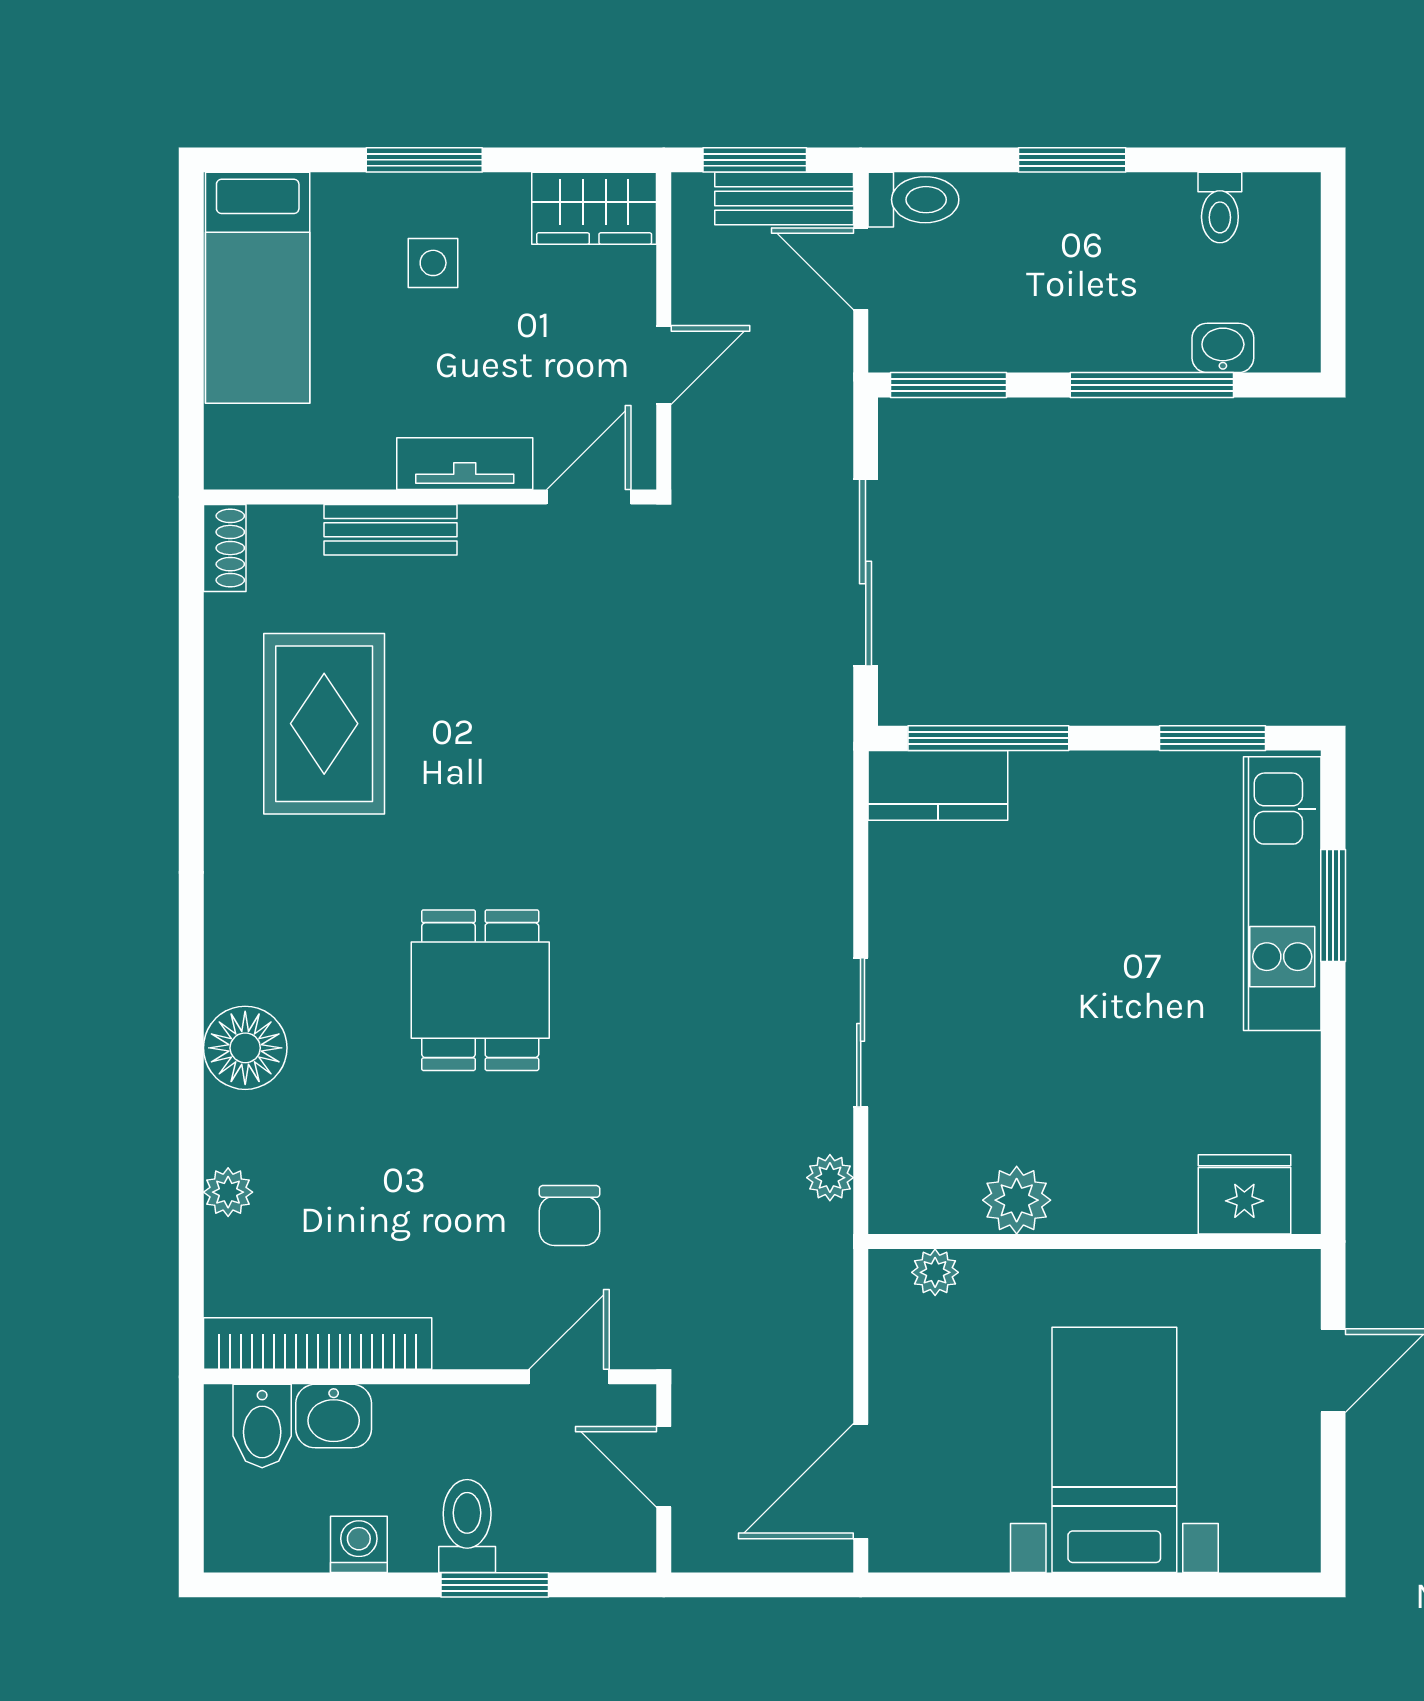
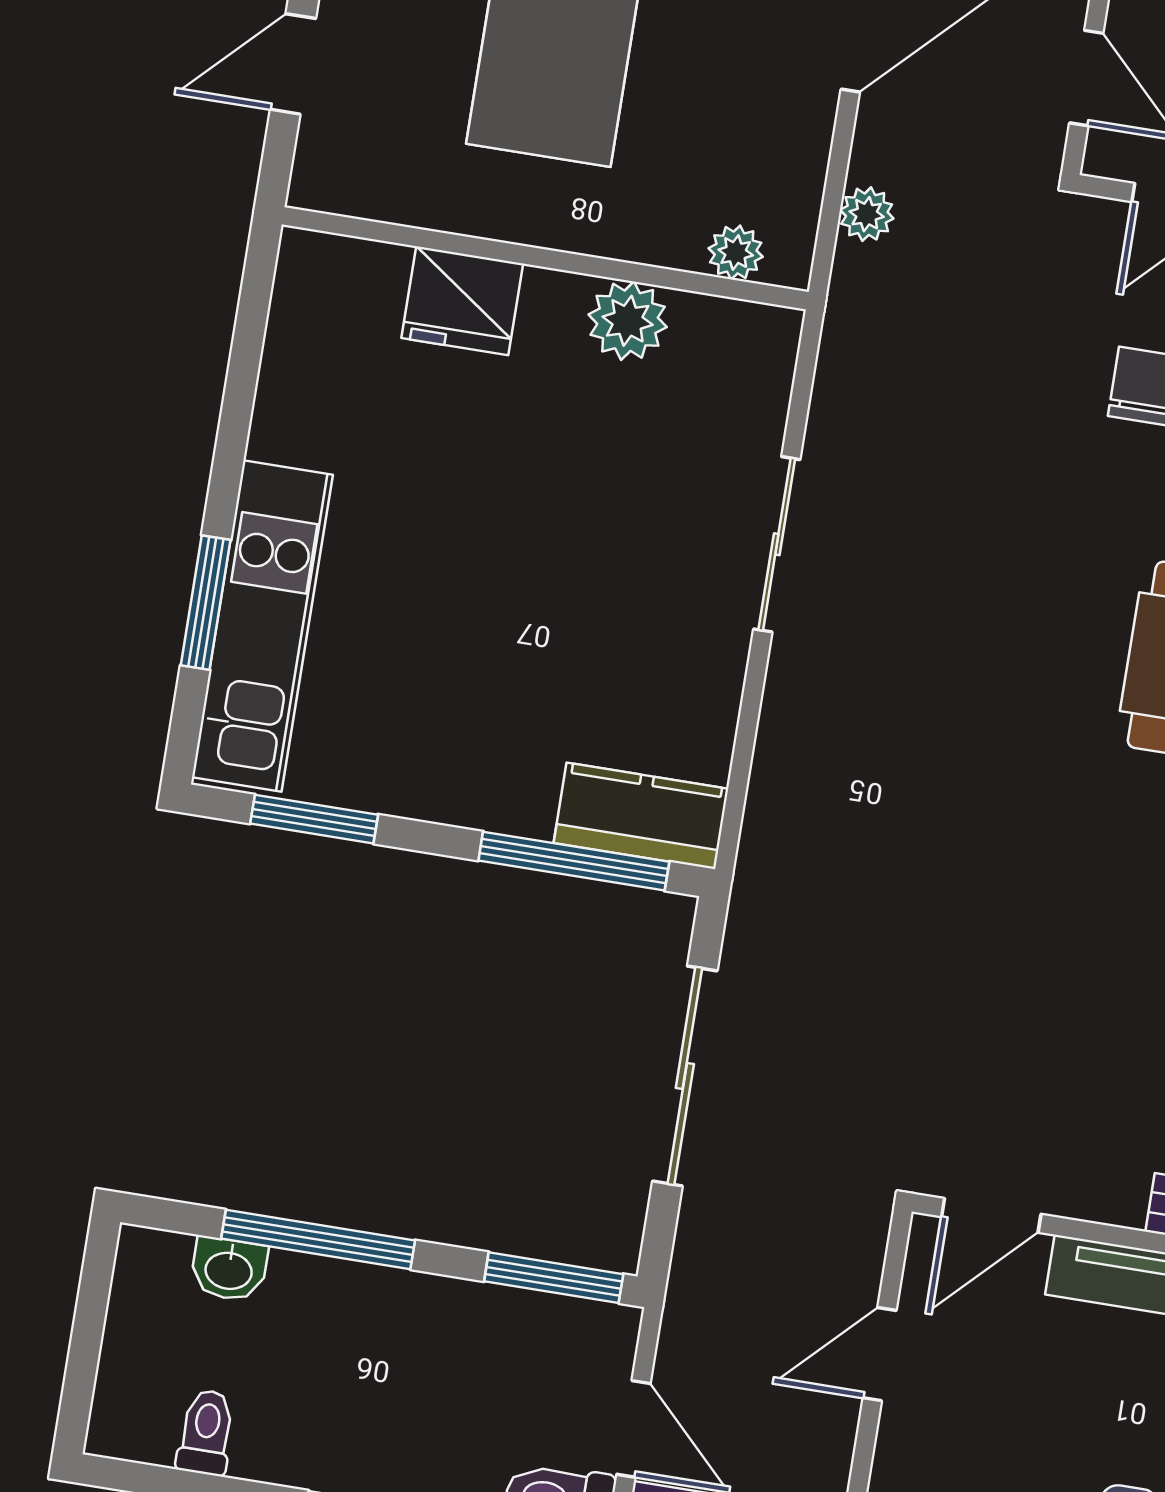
plant: (830, 1178) -> (867, 214), moved
fridge: (1244, 1194) -> (462, 301), moved

